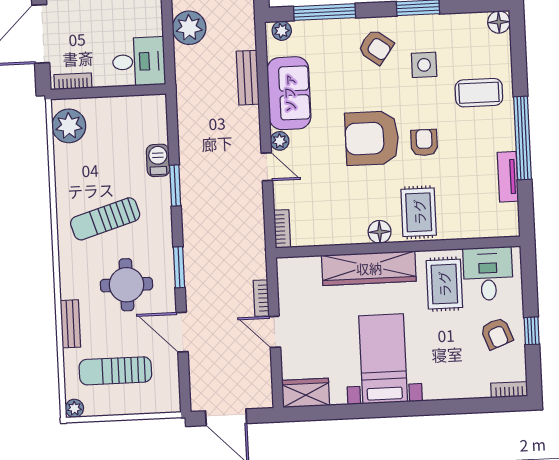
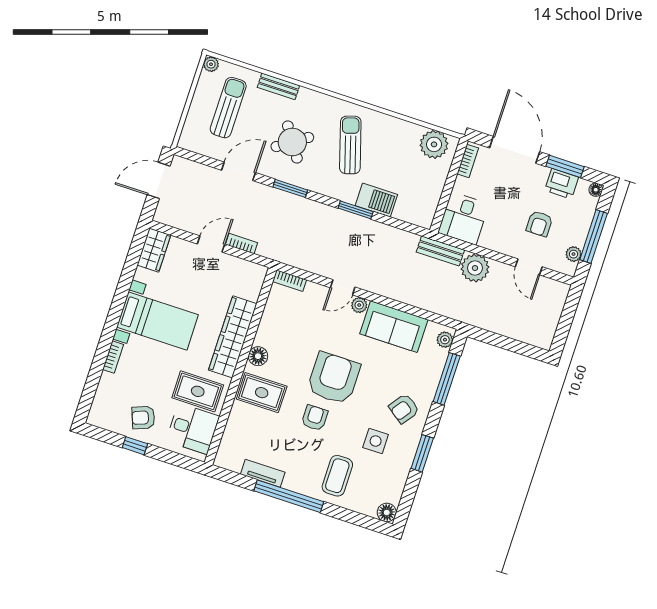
bench: (248, 78) -> (440, 251), moved
armchair: (424, 143) -> (315, 418), turned -90
barbecue: (158, 160) -> (376, 200), width x1.38, depth x1.27
round table: (126, 285) -> (292, 142), turned -34
bookcase: (509, 390) -> (113, 357), moved

